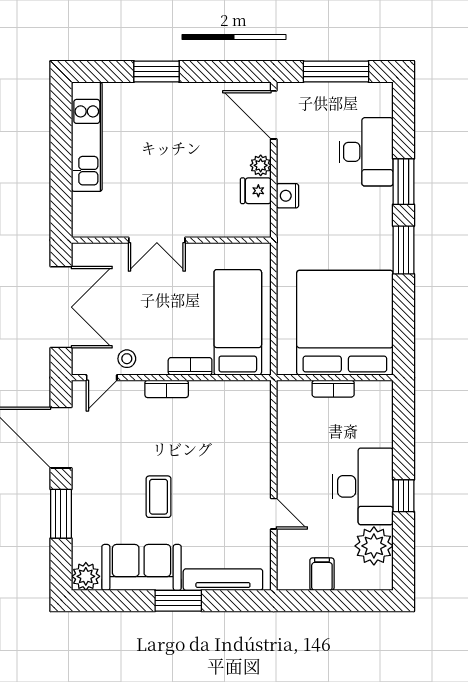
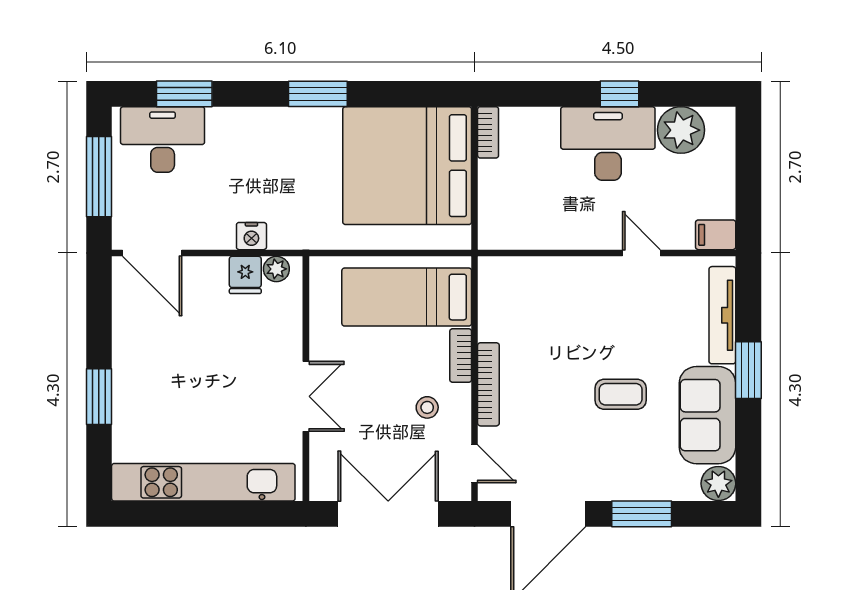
door: (274, 115) -> (152, 253), hinge flipped
kitchen unit: (87, 137) -> (203, 482), width x1.36
desk: (366, 152) -> (163, 139), moved
plant: (261, 165) -> (276, 269), moved
window: (403, 182) -> (184, 94), moved
stool: (127, 359) -> (427, 407), moved
bookcase: (167, 389) -> (488, 384), width x1.56
bookcase: (333, 389) -> (488, 132), moved
door: (274, 514) -> (641, 253), hinge flipped
filing cabinet: (322, 574) -> (716, 235), moved

